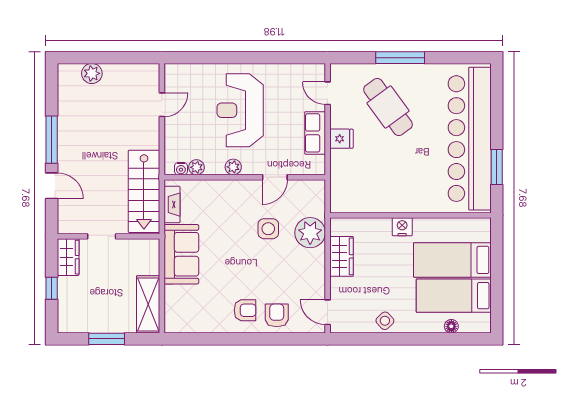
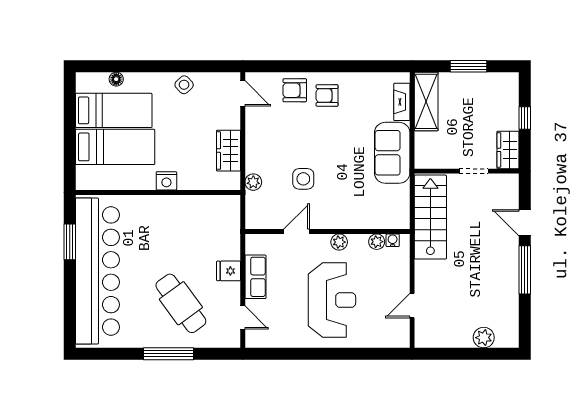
fireplace: (172, 205) -> (402, 102), moved
plant: (310, 233) -> (253, 182), width x0.53, depth x0.53
armchair: (277, 315) -> (295, 90), turned 90

